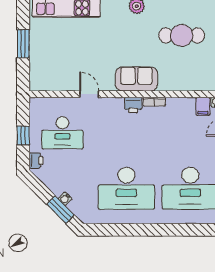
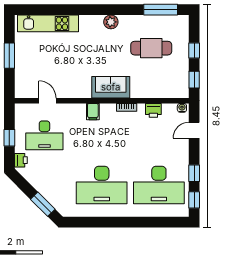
door: (89, 94) -> (47, 101), moved
printer: (133, 105) -> (153, 110), moved
filing cabinet: (203, 106) -> (93, 112), moved
water cooler: (65, 199) -> (47, 194), removed

